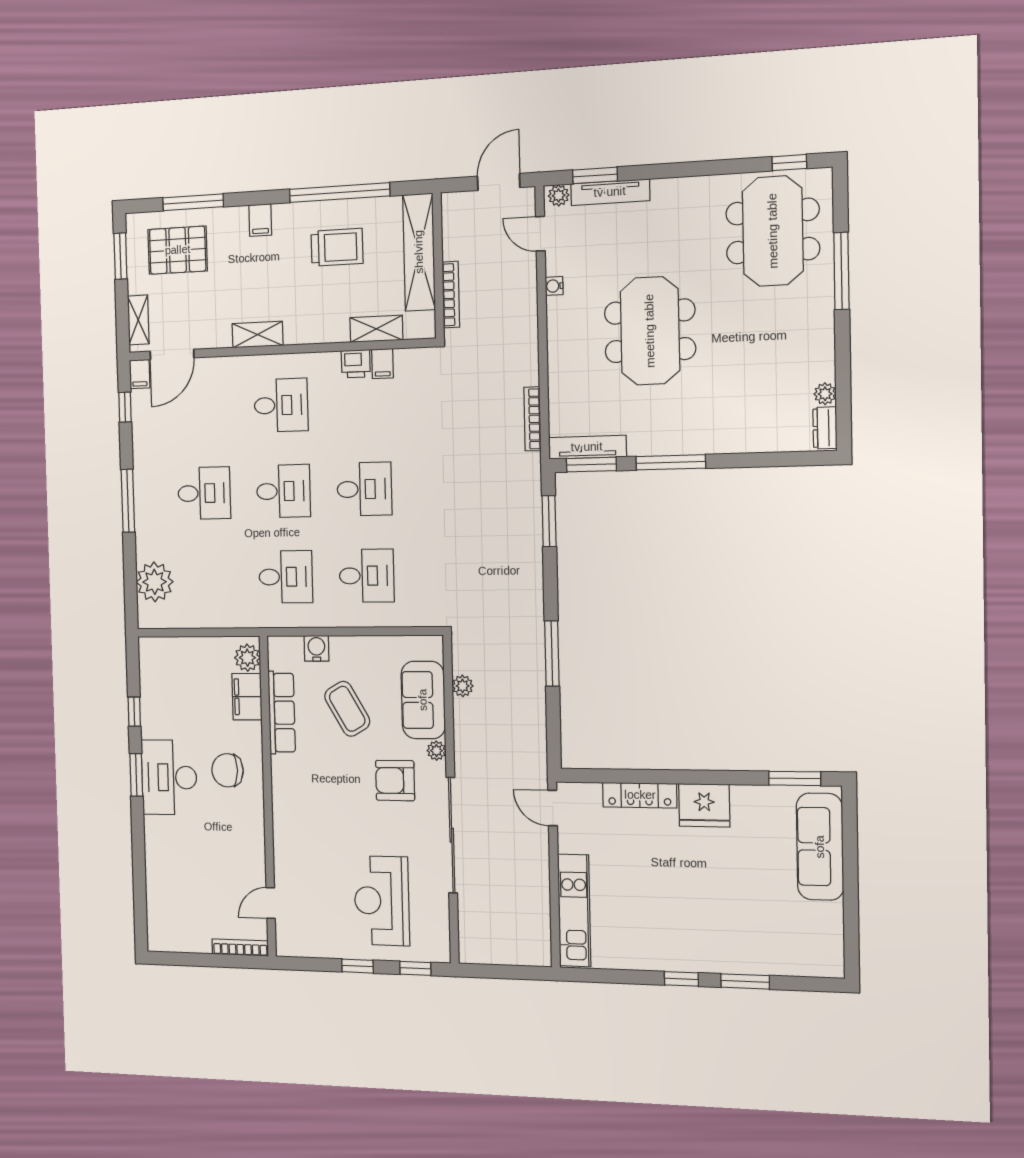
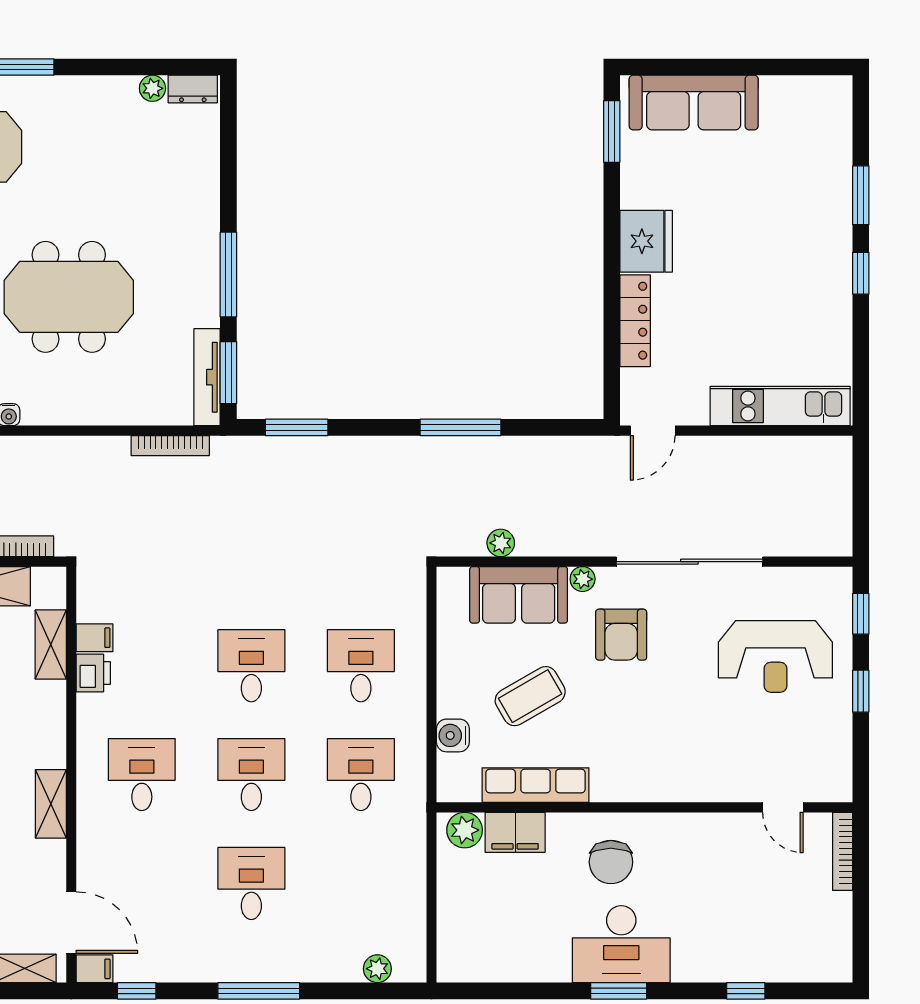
plant: (155, 582) -> (377, 969), width x0.53, depth x0.53
window: (134, 712) -> (746, 991), moved

